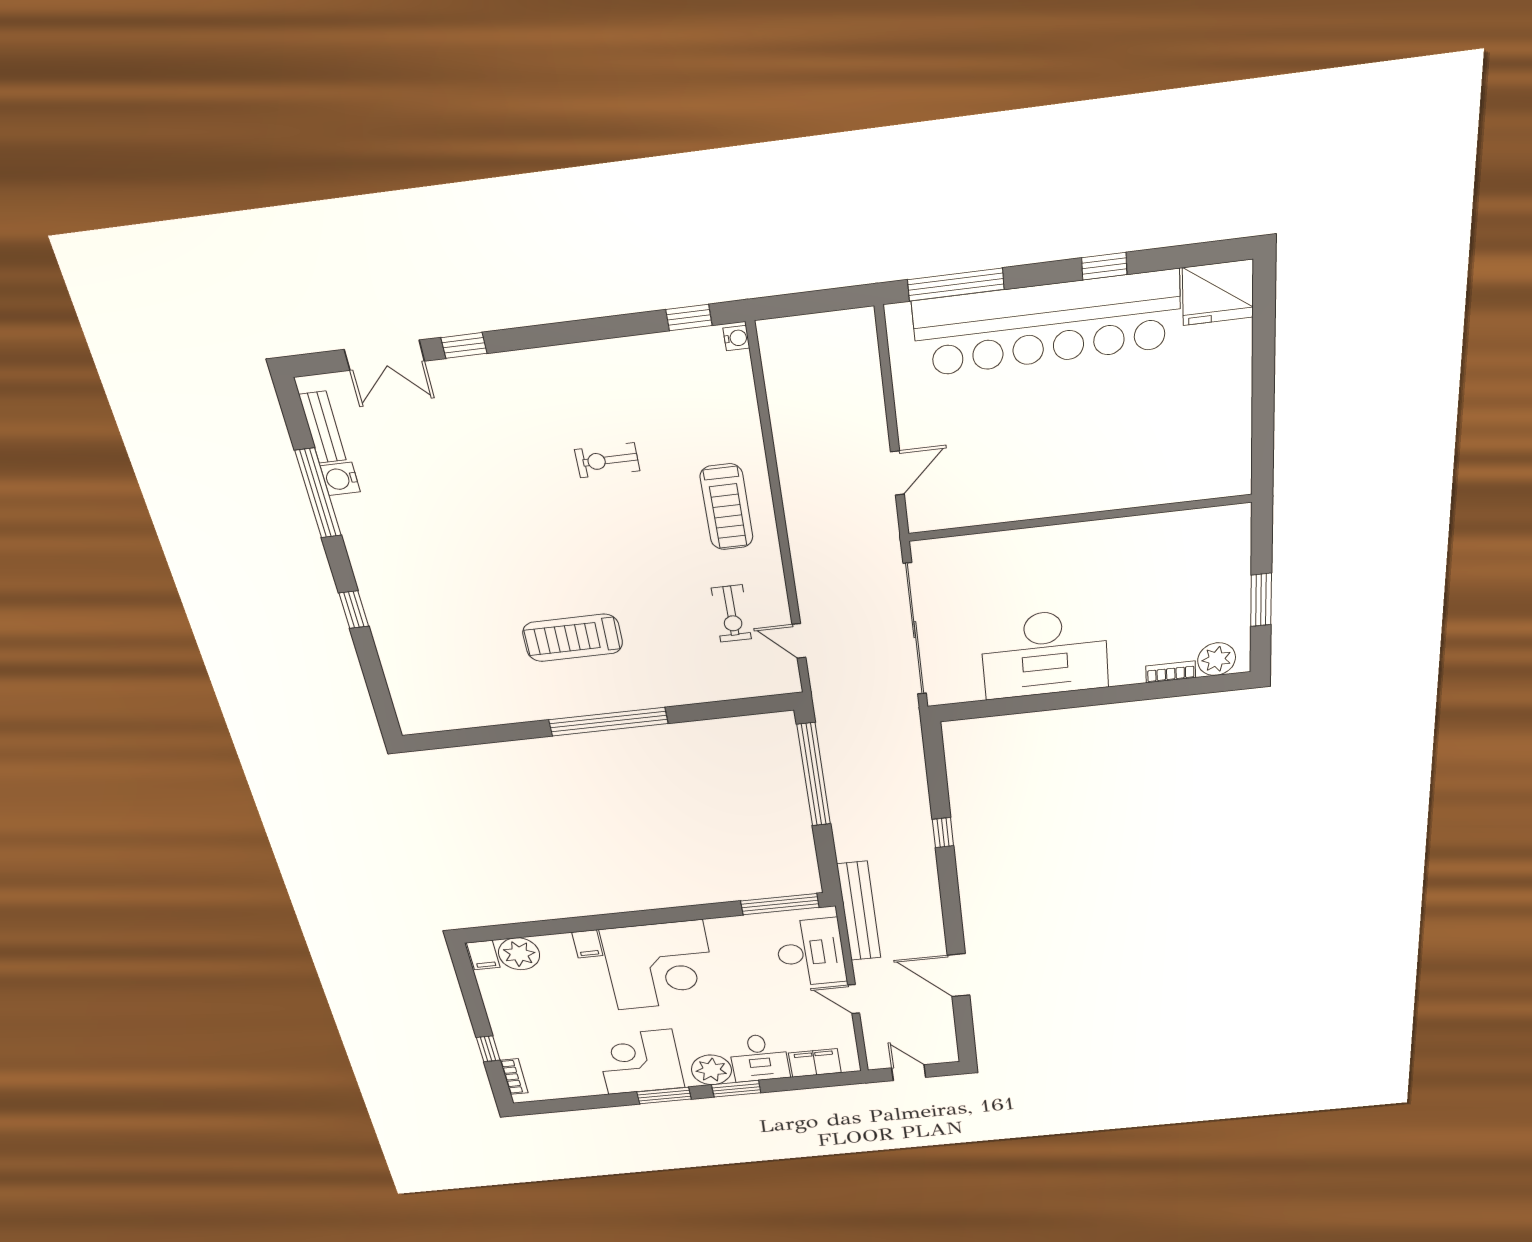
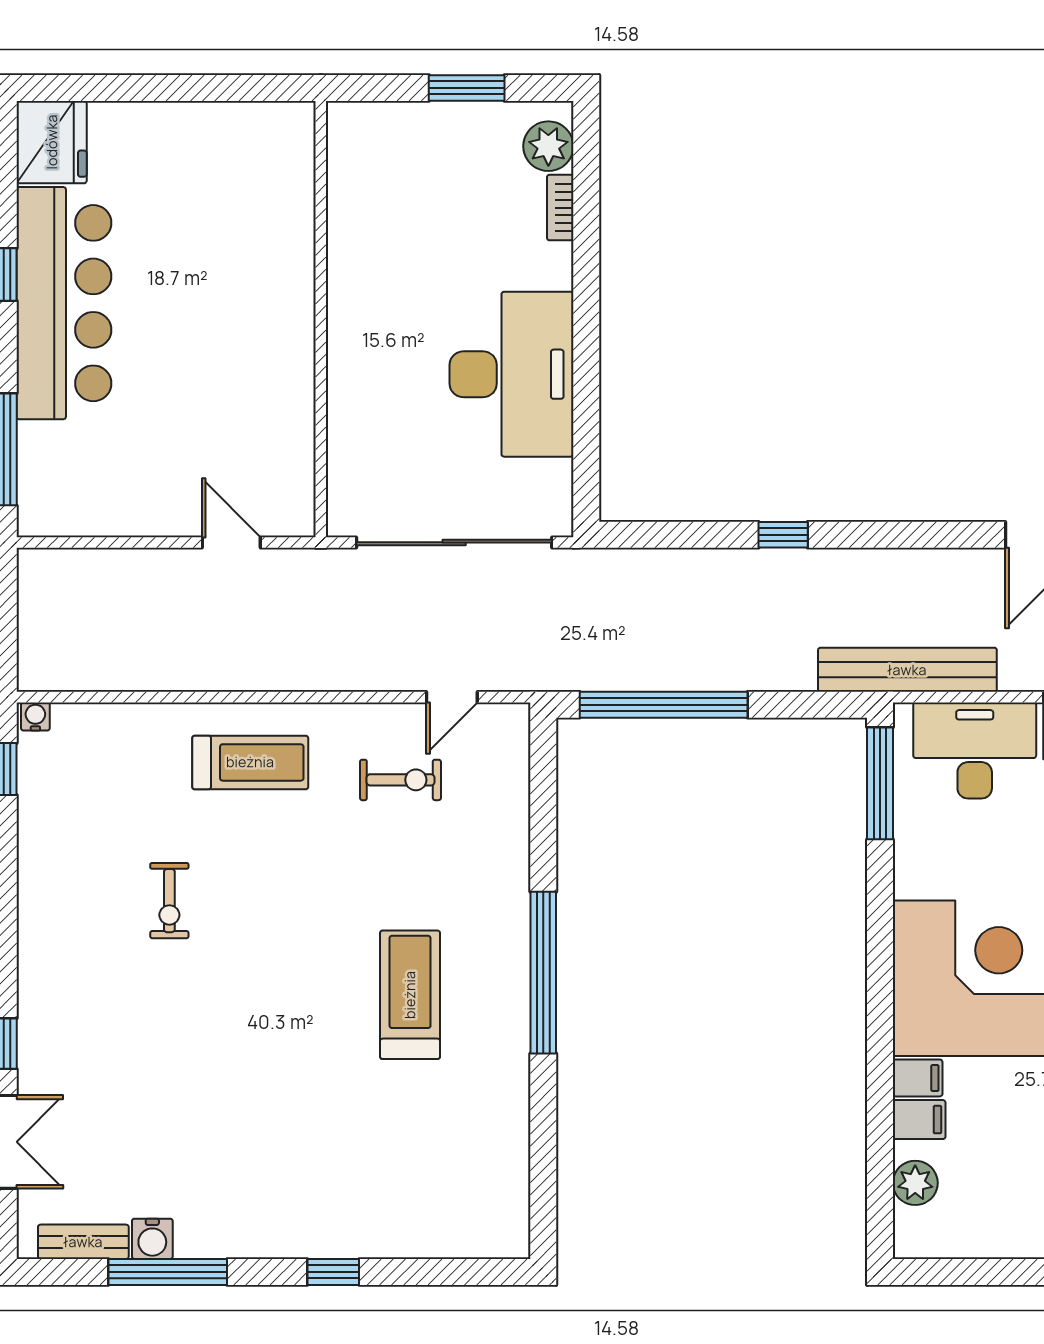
bar counter: (1047, 324) -> (64, 303), width x0.73
treadmill: (573, 638) -> (410, 995), turned 180
plant: (519, 954) -> (915, 1183), width x0.73, depth x0.73
filing cabinet: (483, 955) -> (919, 1120), moved

